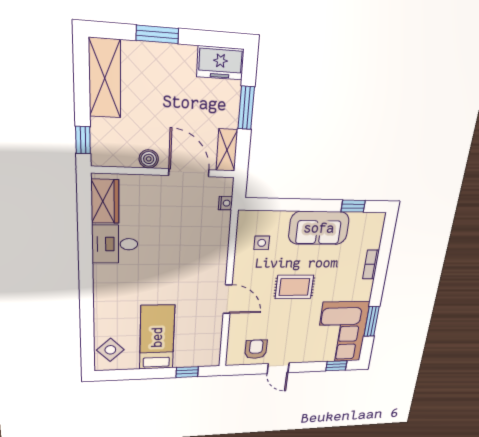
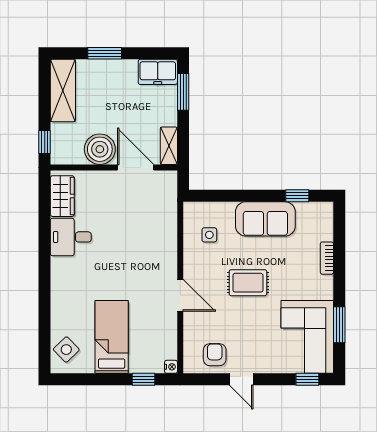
window: (246, 108) -> (183, 92), moved
boiler: (149, 159) -> (100, 149), width x1.86, depth x1.86
nightstand: (226, 203) -> (171, 367), moved

